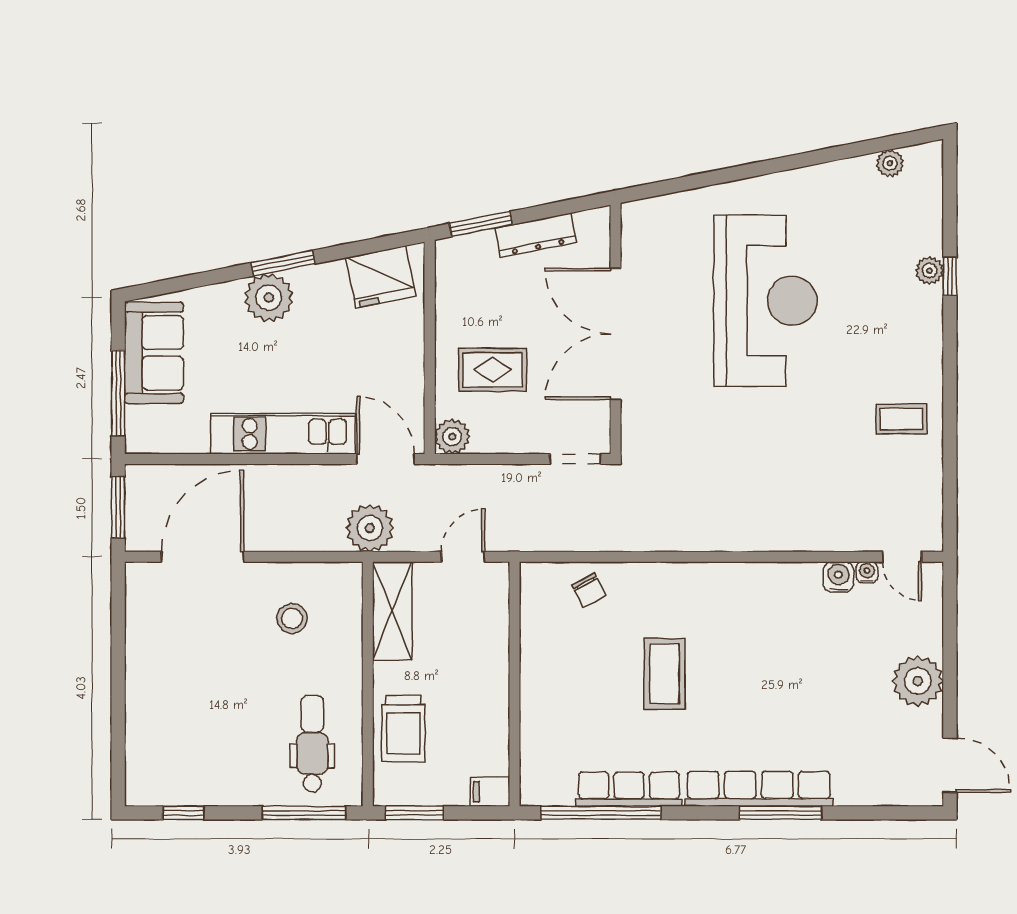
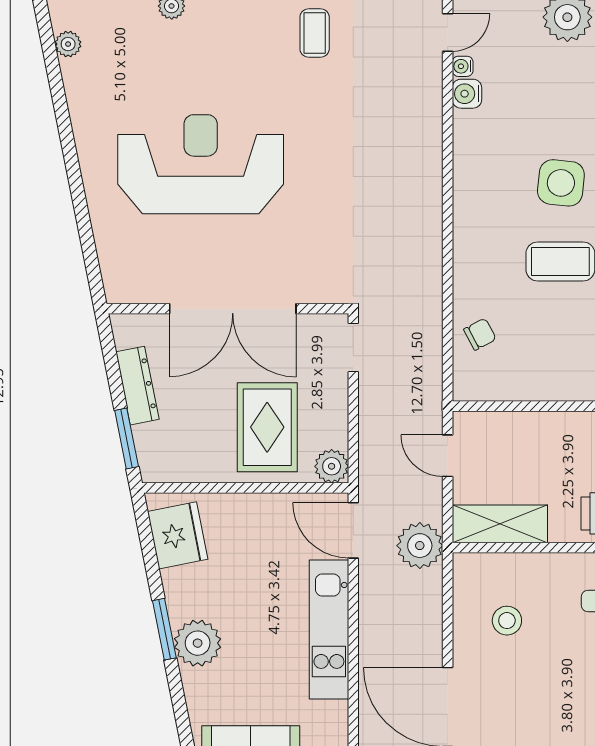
rug: (493, 370) -> (267, 427), width x1.36, depth x1.43
door: (386, 459) -> (353, 530), hinge flipped
side table: (746, 674) -> (561, 183), added

